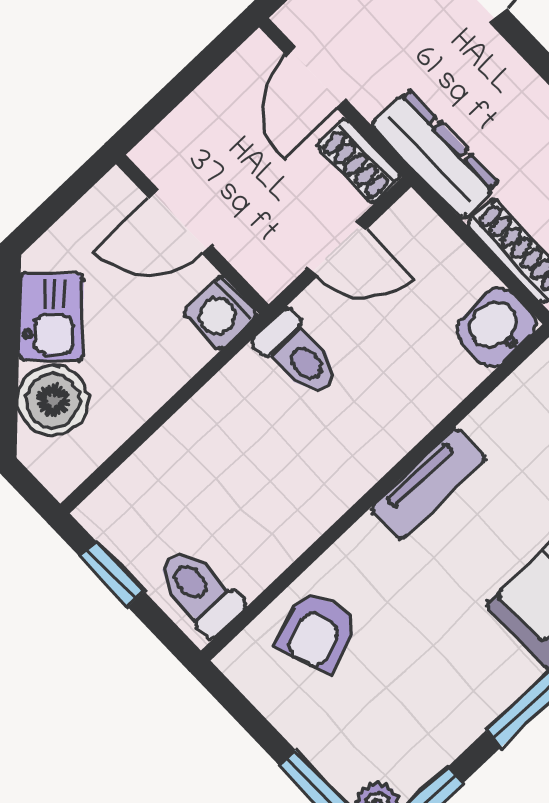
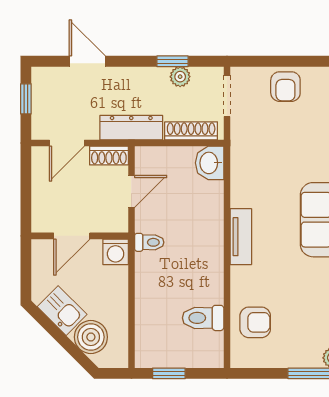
door: (316, 78) -> (67, 143), hinge flipped
toilet: (298, 355) -> (149, 242), width x0.73, depth x0.72
toilet: (199, 591) -> (203, 318), moved
armchair: (317, 632) -> (255, 322), turned -71

